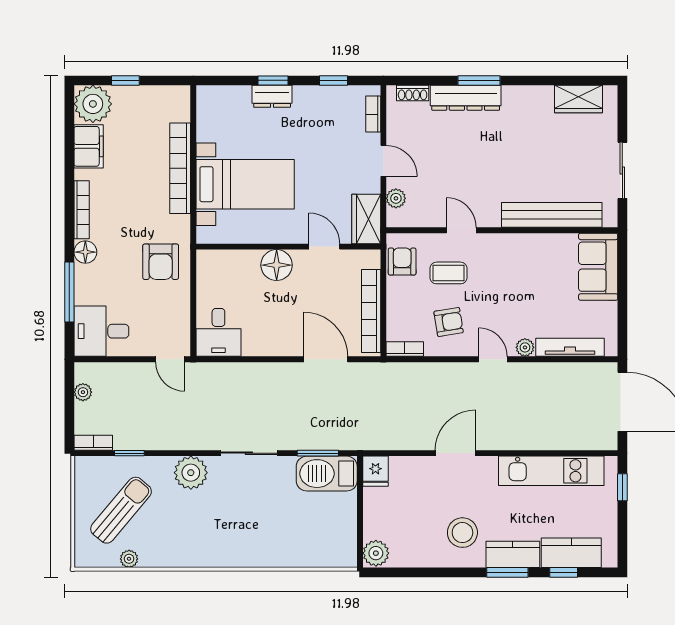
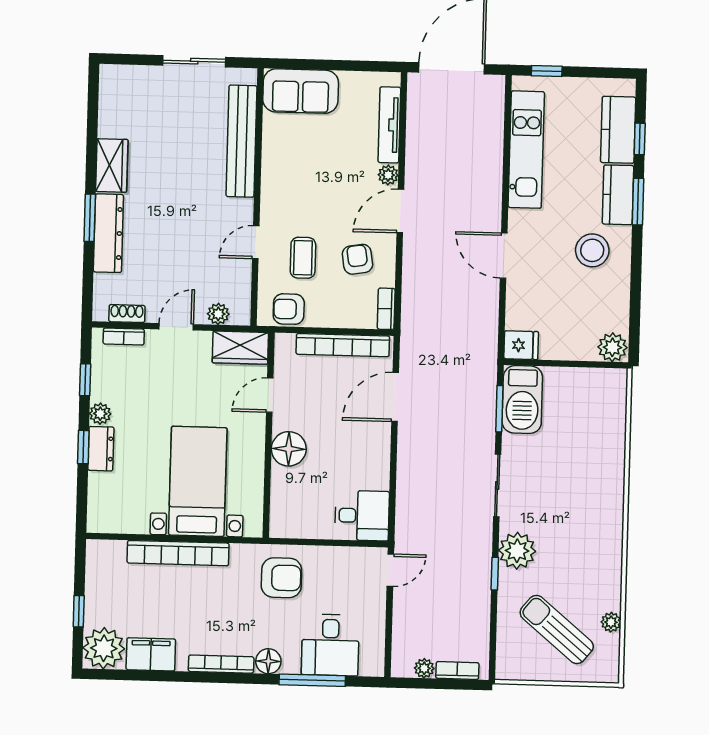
shoe rack: (413, 93) -> (127, 314), moved, turned -90
plant: (303, 95) -> (100, 414), added
wardrobe: (579, 99) -> (112, 165), moved
desk: (101, 331) -> (330, 645), moved
door: (493, 359) -> (400, 211), width x1.38
bookcase: (93, 443) -> (457, 671), moved, turned 90
window: (129, 453) -> (495, 574), moved

